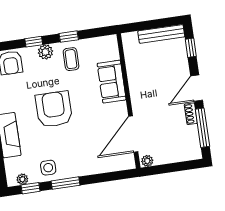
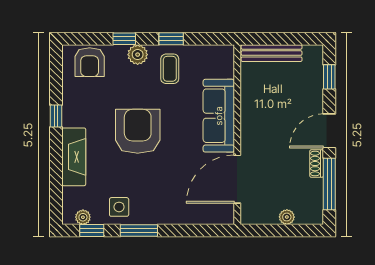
bench: (161, 34) -> (272, 53), moved
sofa: (112, 82) -> (219, 116), width x1.36
plant: (147, 161) -> (287, 217), moved

